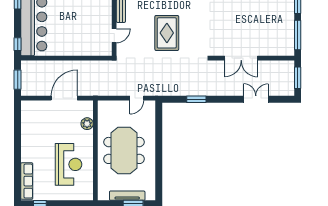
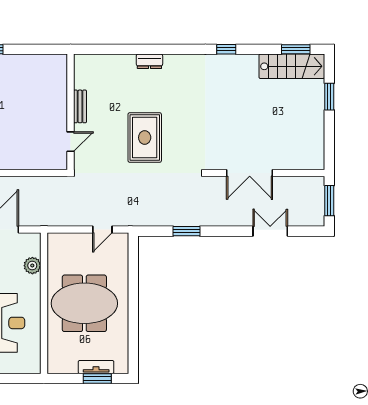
window: (298, 35) -> (329, 140), removed
meeting table: (124, 150) -> (84, 303), turned 90
tv unit: (127, 196) -> (96, 367), width x0.71

